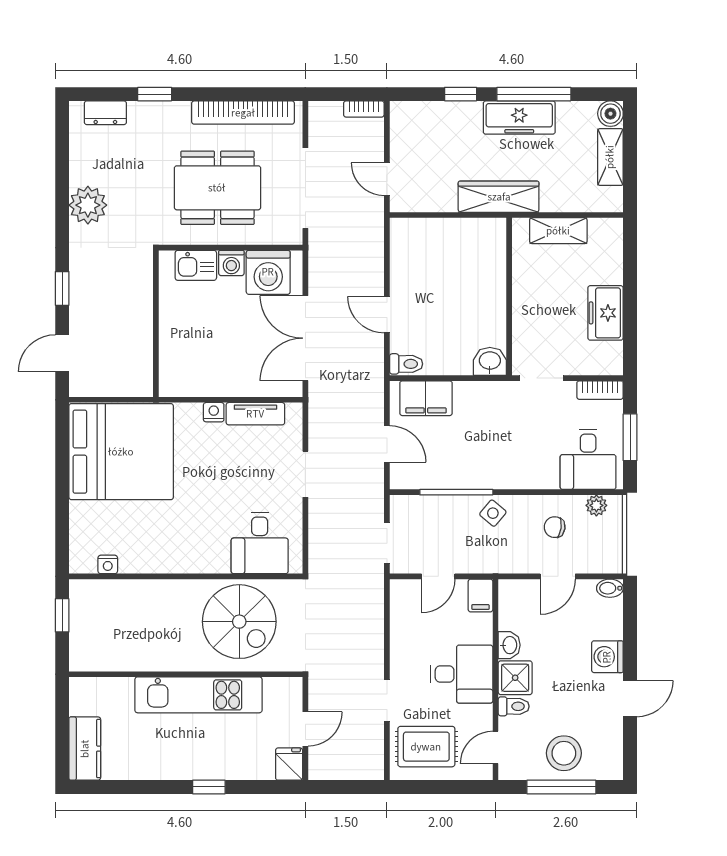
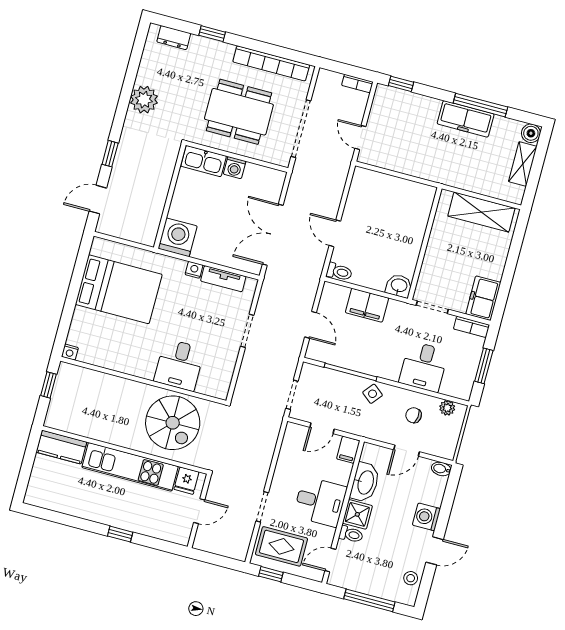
window: (461, 94) -> (401, 84), moved
wardrobe: (499, 197) -> (436, 171), removed
shelving: (558, 231) -> (481, 212), width x1.50, depth x1.33
kitchen sink: (196, 265) -> (204, 161), width x1.38
washing machine: (268, 272) -> (178, 237), moved, turned 180
freezer: (606, 313) -> (483, 298), moved
filing cabinet: (426, 398) -> (367, 305), moved
bed: (121, 452) -> (119, 289), width x0.73
desk: (588, 459) -> (424, 367), moved
desk: (260, 543) -> (179, 365), moved
nightstand: (108, 564) -> (70, 352), moved
washbasin: (509, 645) -> (365, 482), width x1.91, depth x1.45
kitchen counter: (85, 749) -> (62, 447), moved, turned 90
stool: (564, 753) -> (411, 578), moved, width x0.53, depth x0.53
fridge: (289, 764) -> (186, 481), moved, turned 180
window: (422, 787) -> (271, 574), added

